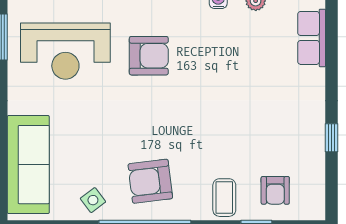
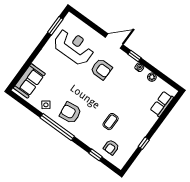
reception desk: (65, 51) -> (74, 47), turned 180
sofa: (28, 165) -> (29, 81), width x0.73
coffee table: (224, 198) -> (111, 122), moved

